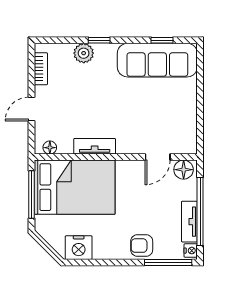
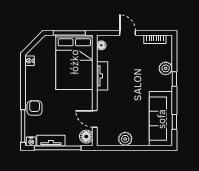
plant: (187, 113) -> (125, 139), added
nightstand: (79, 248) -> (29, 61), width x0.53, depth x0.56

